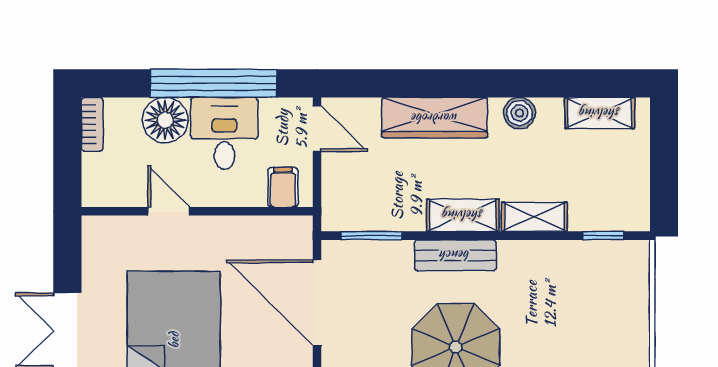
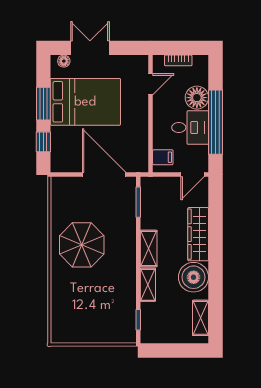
boiler: (519, 113) -> (194, 277), width x1.86, depth x1.86
bookcase: (92, 124) -> (178, 60), moved
door: (169, 211) -> (151, 84), moved
bench: (455, 255) -> (128, 245), removed
door: (317, 303) -> (104, 175), hinge flipped

